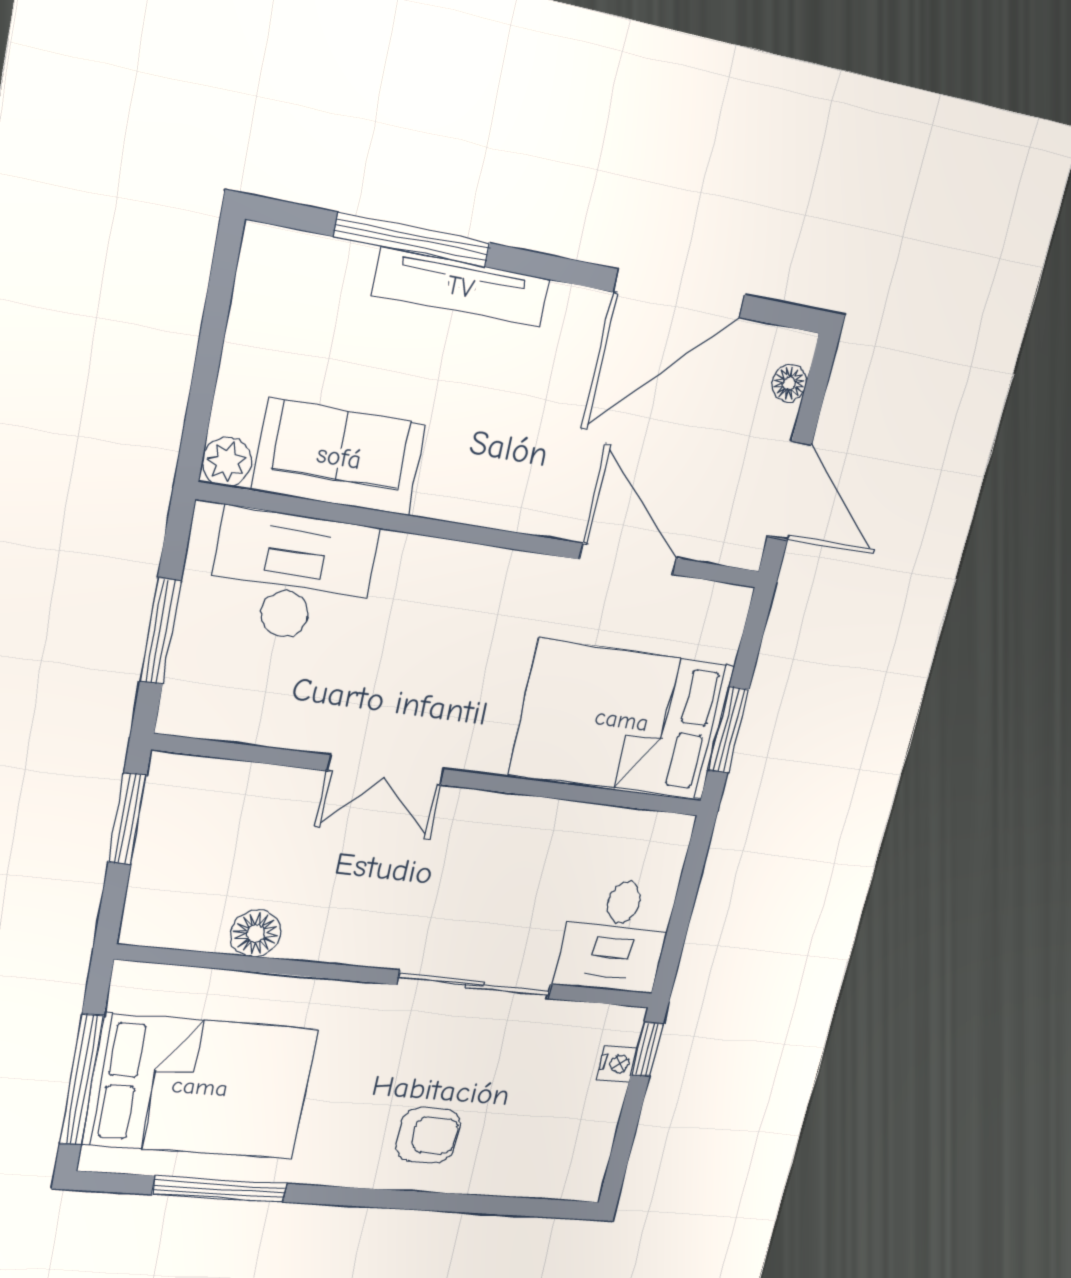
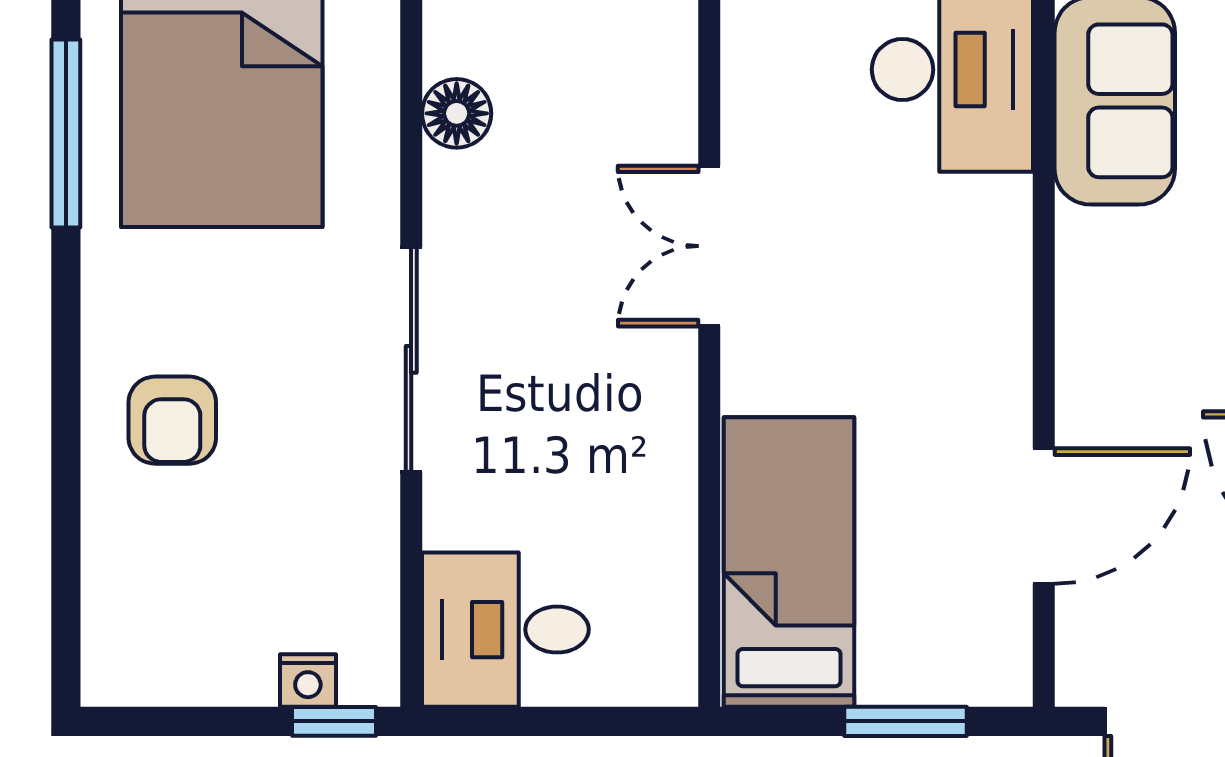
bed: (622, 720) -> (789, 562), width x0.67
window: (728, 730) -> (906, 721), moved
sliding door: (475, 985) -> (411, 359), moved

